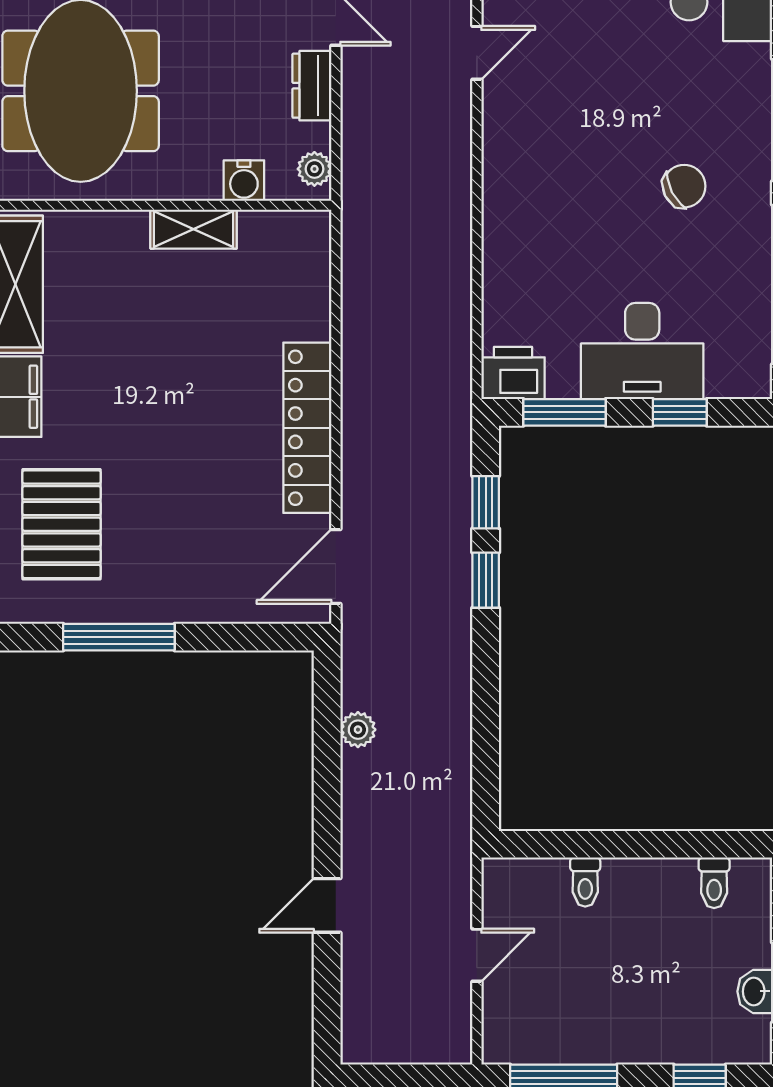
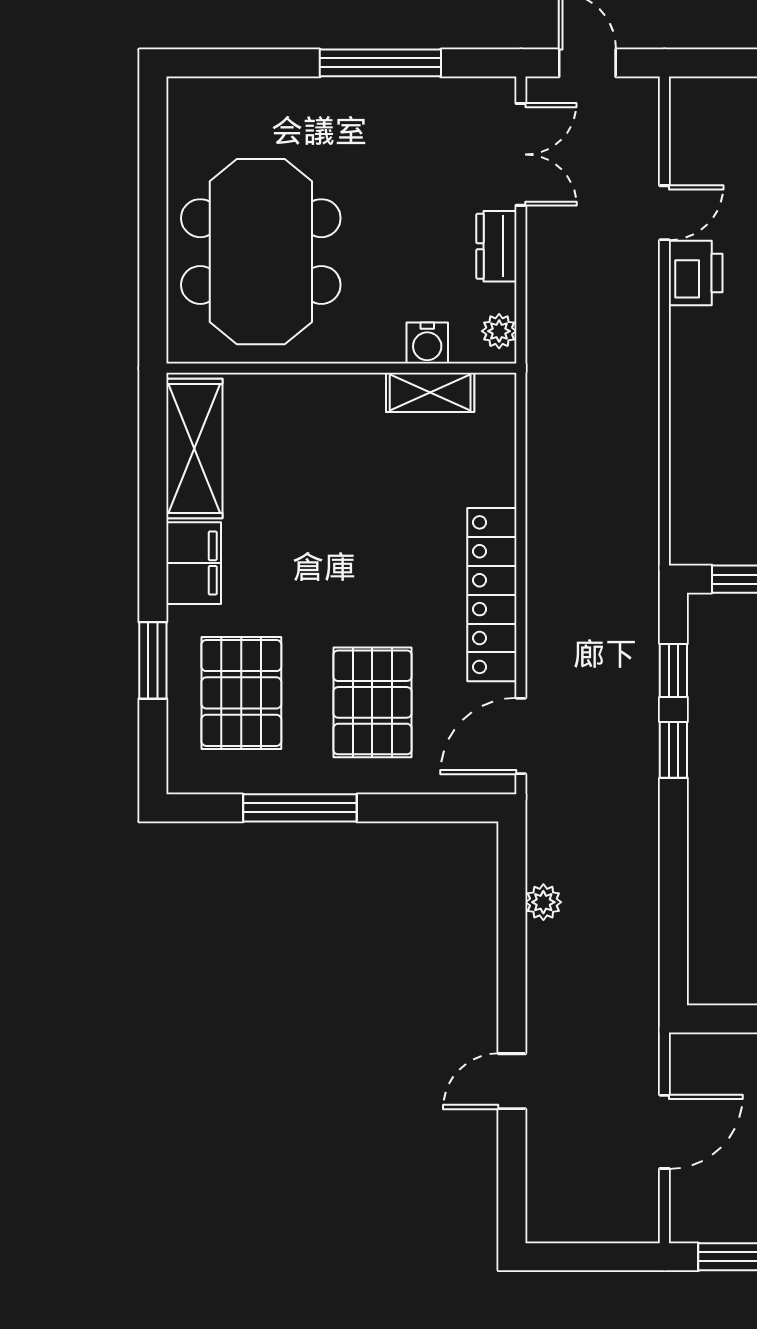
shelving: (194, 229) -> (430, 392), moved
printer: (513, 373) -> (696, 273), moved, turned 90
pallet: (190, 534) -> (372, 702), added
door: (477, 955) -> (664, 1132), width x1.37

